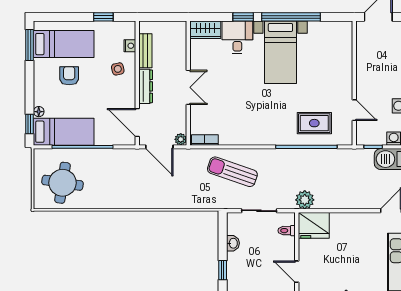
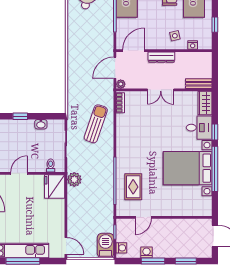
bench: (145, 51) -> (199, 84), moved
bed with nightstands: (280, 52) -> (188, 168), width x1.36

